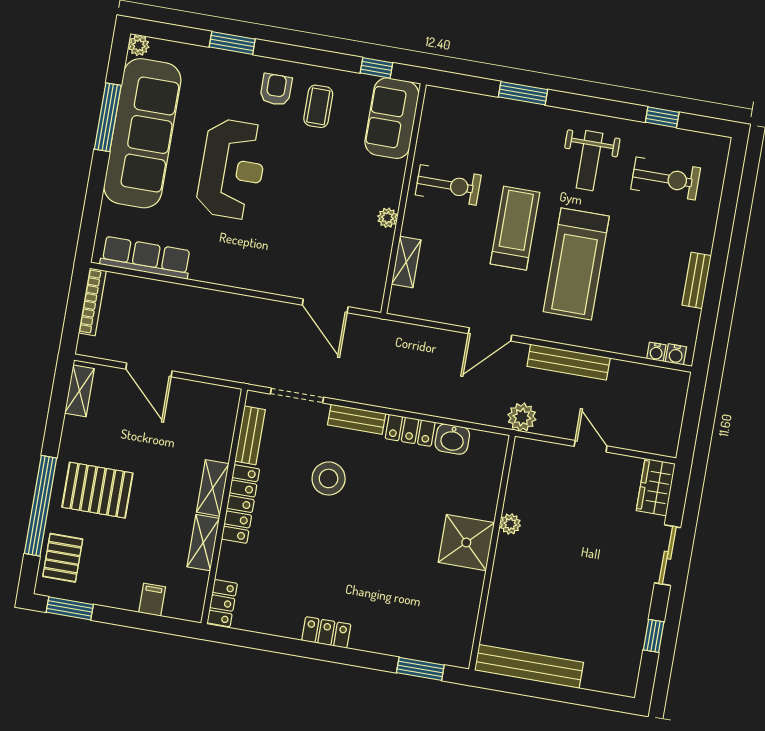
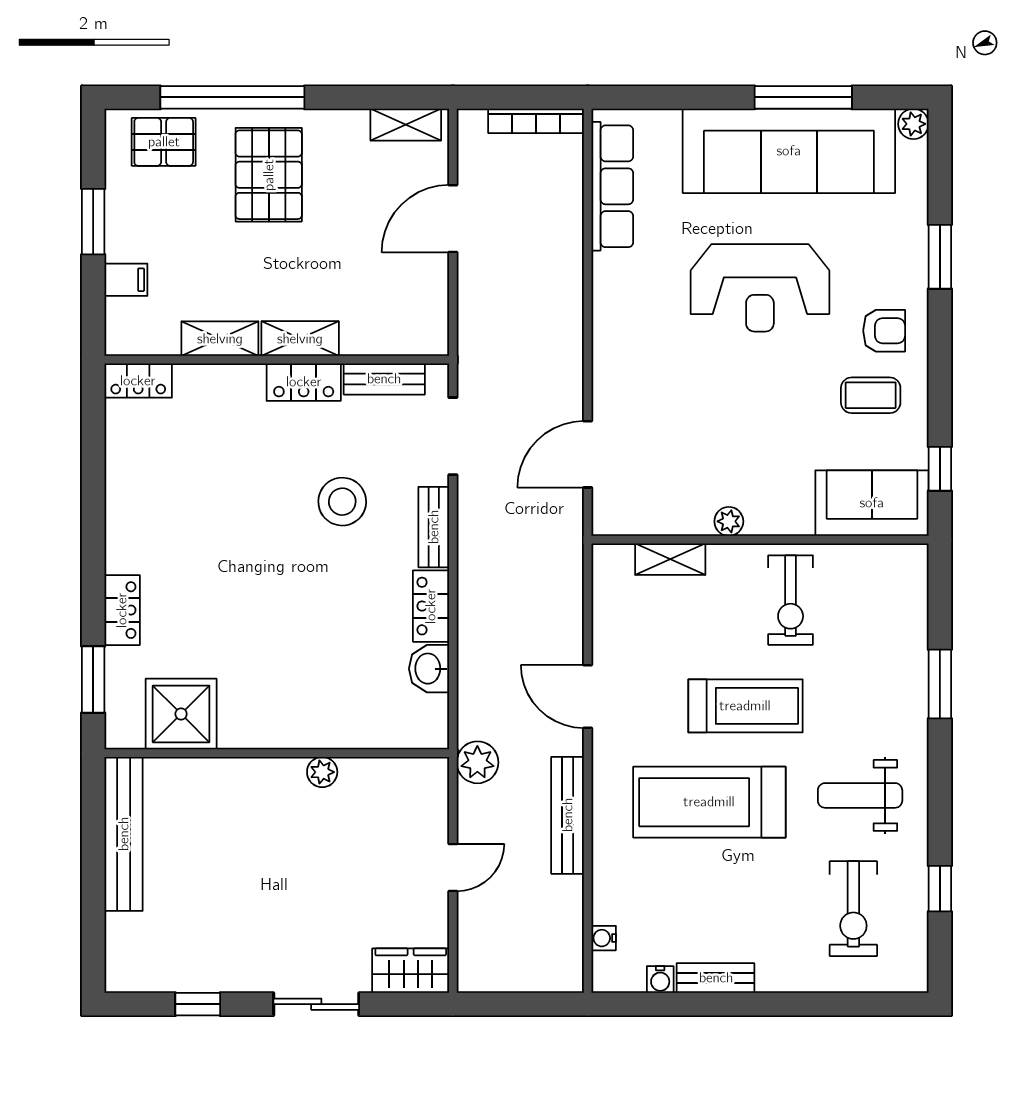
water cooler: (676, 354) -> (660, 979), moved, turned -90
locker: (240, 504) -> (304, 382), width x0.66
shower: (466, 543) -> (181, 714), moved
window: (70, 608) -> (93, 222), moved
locker: (326, 632) -> (122, 610), moved

